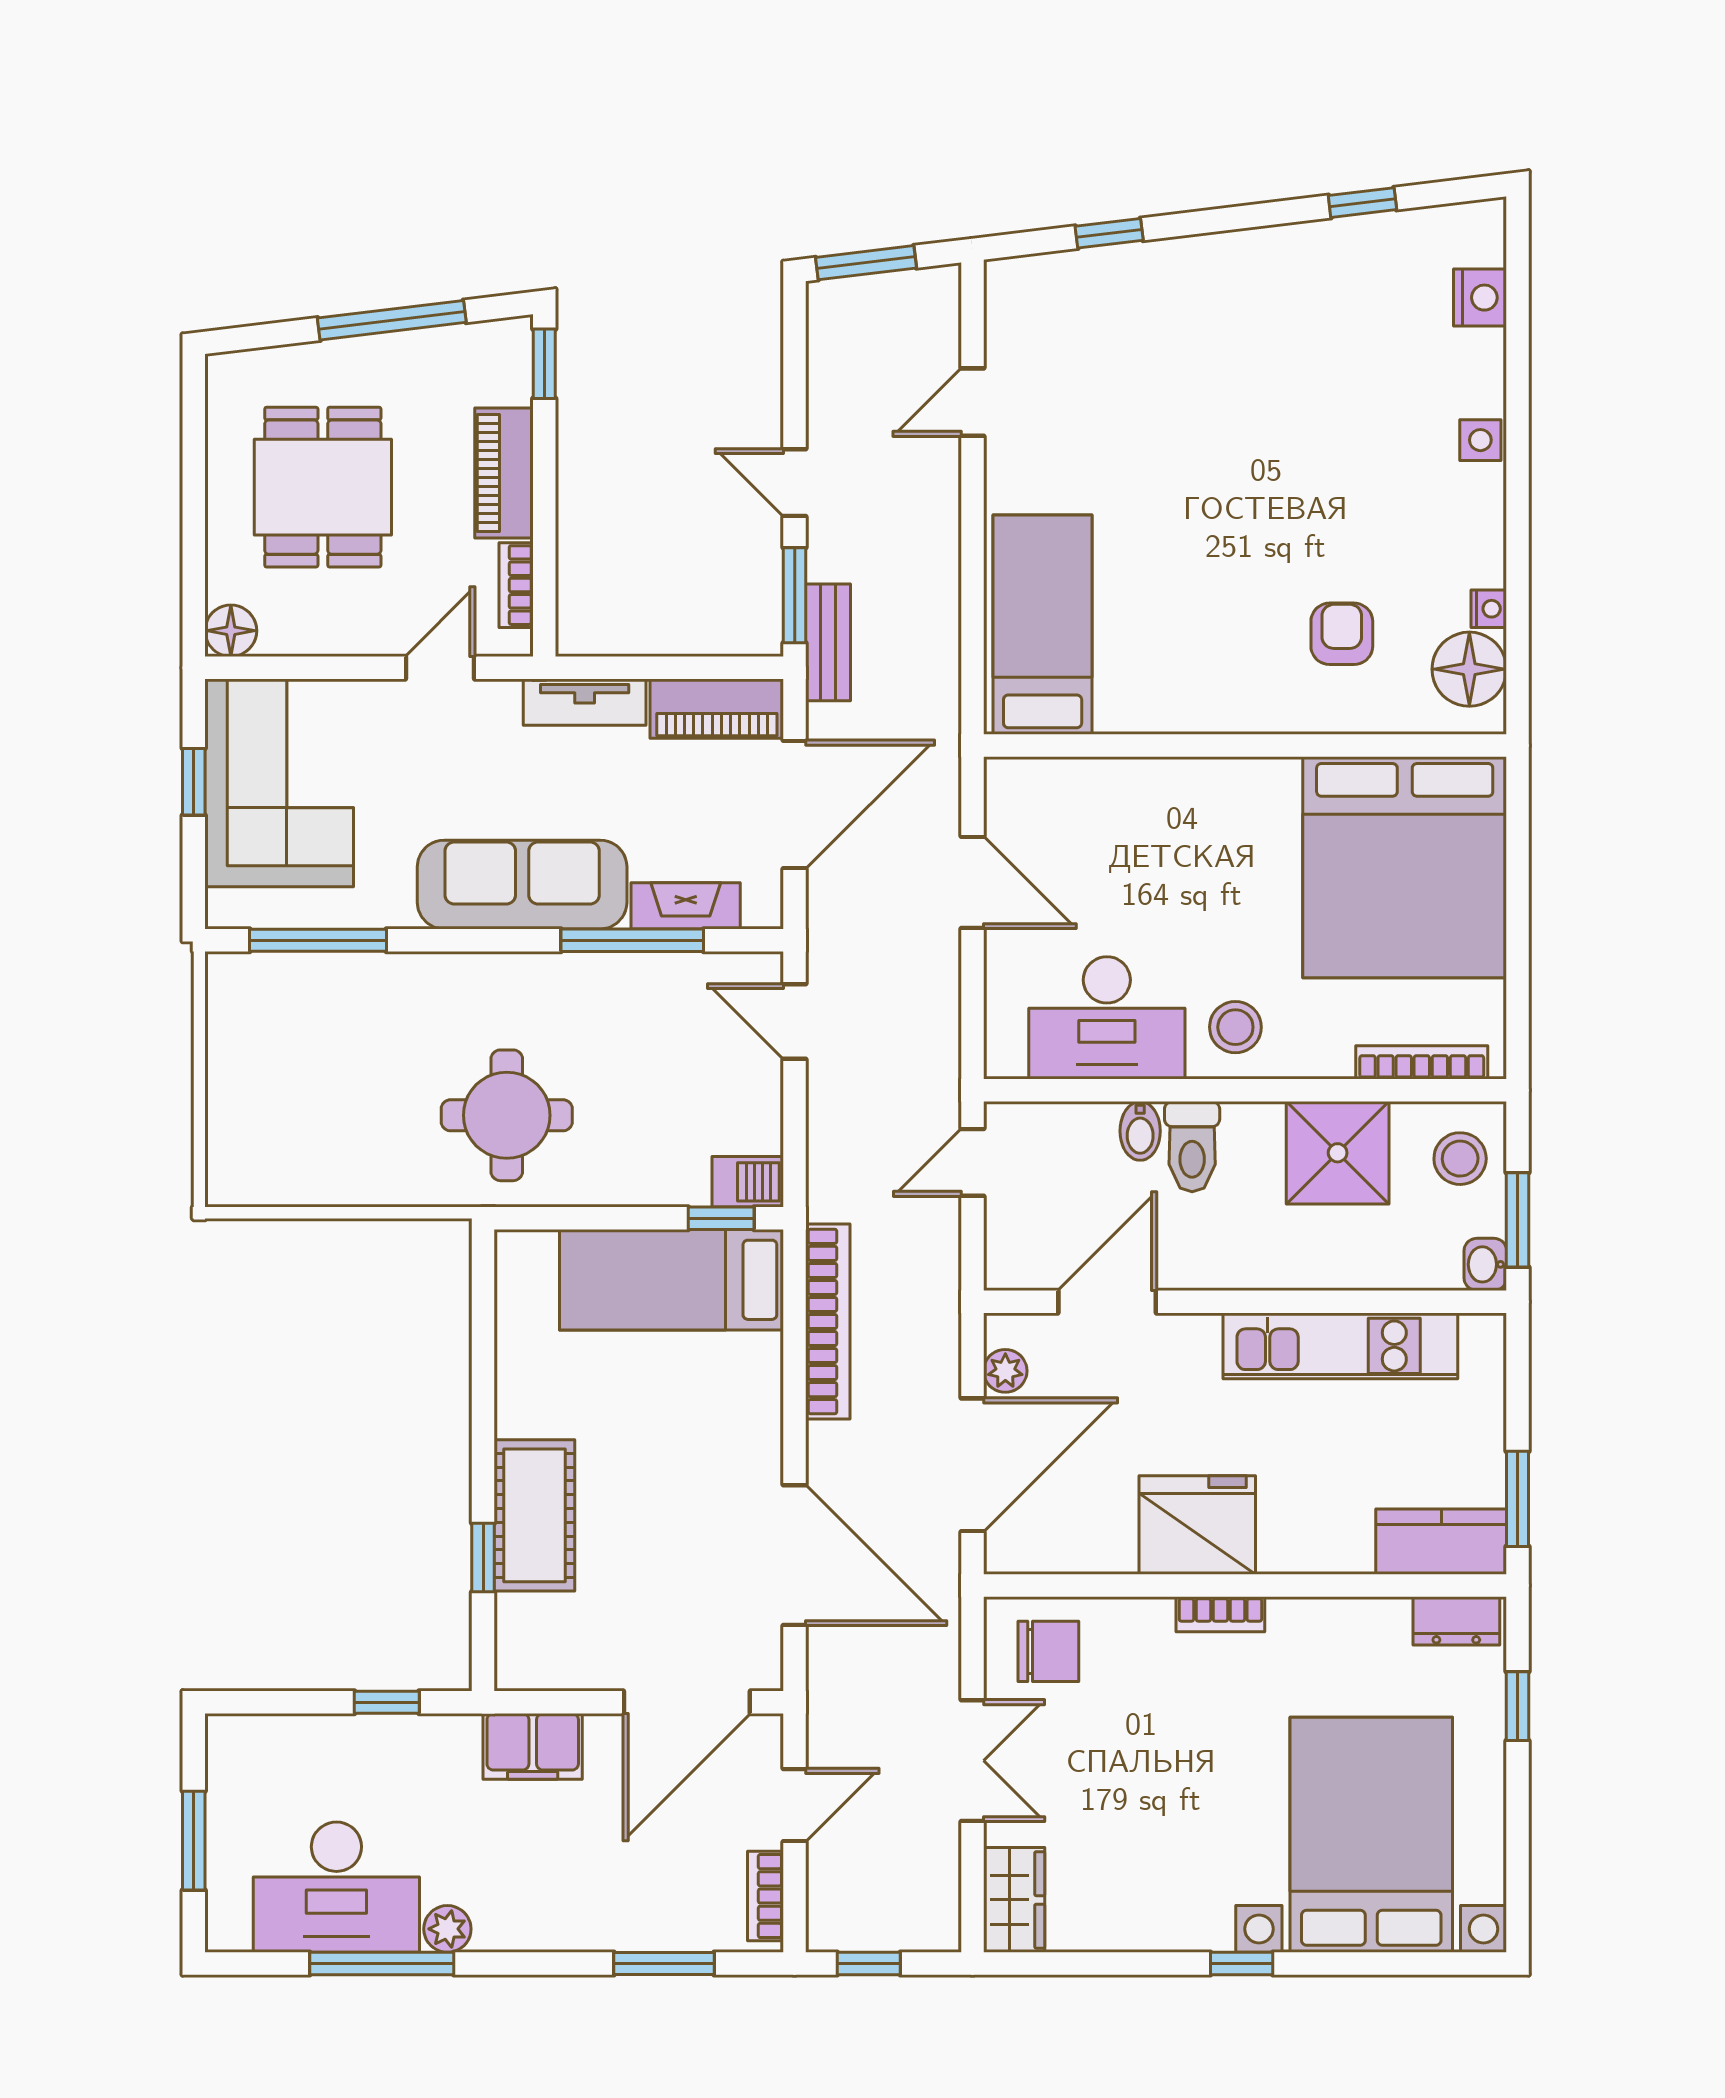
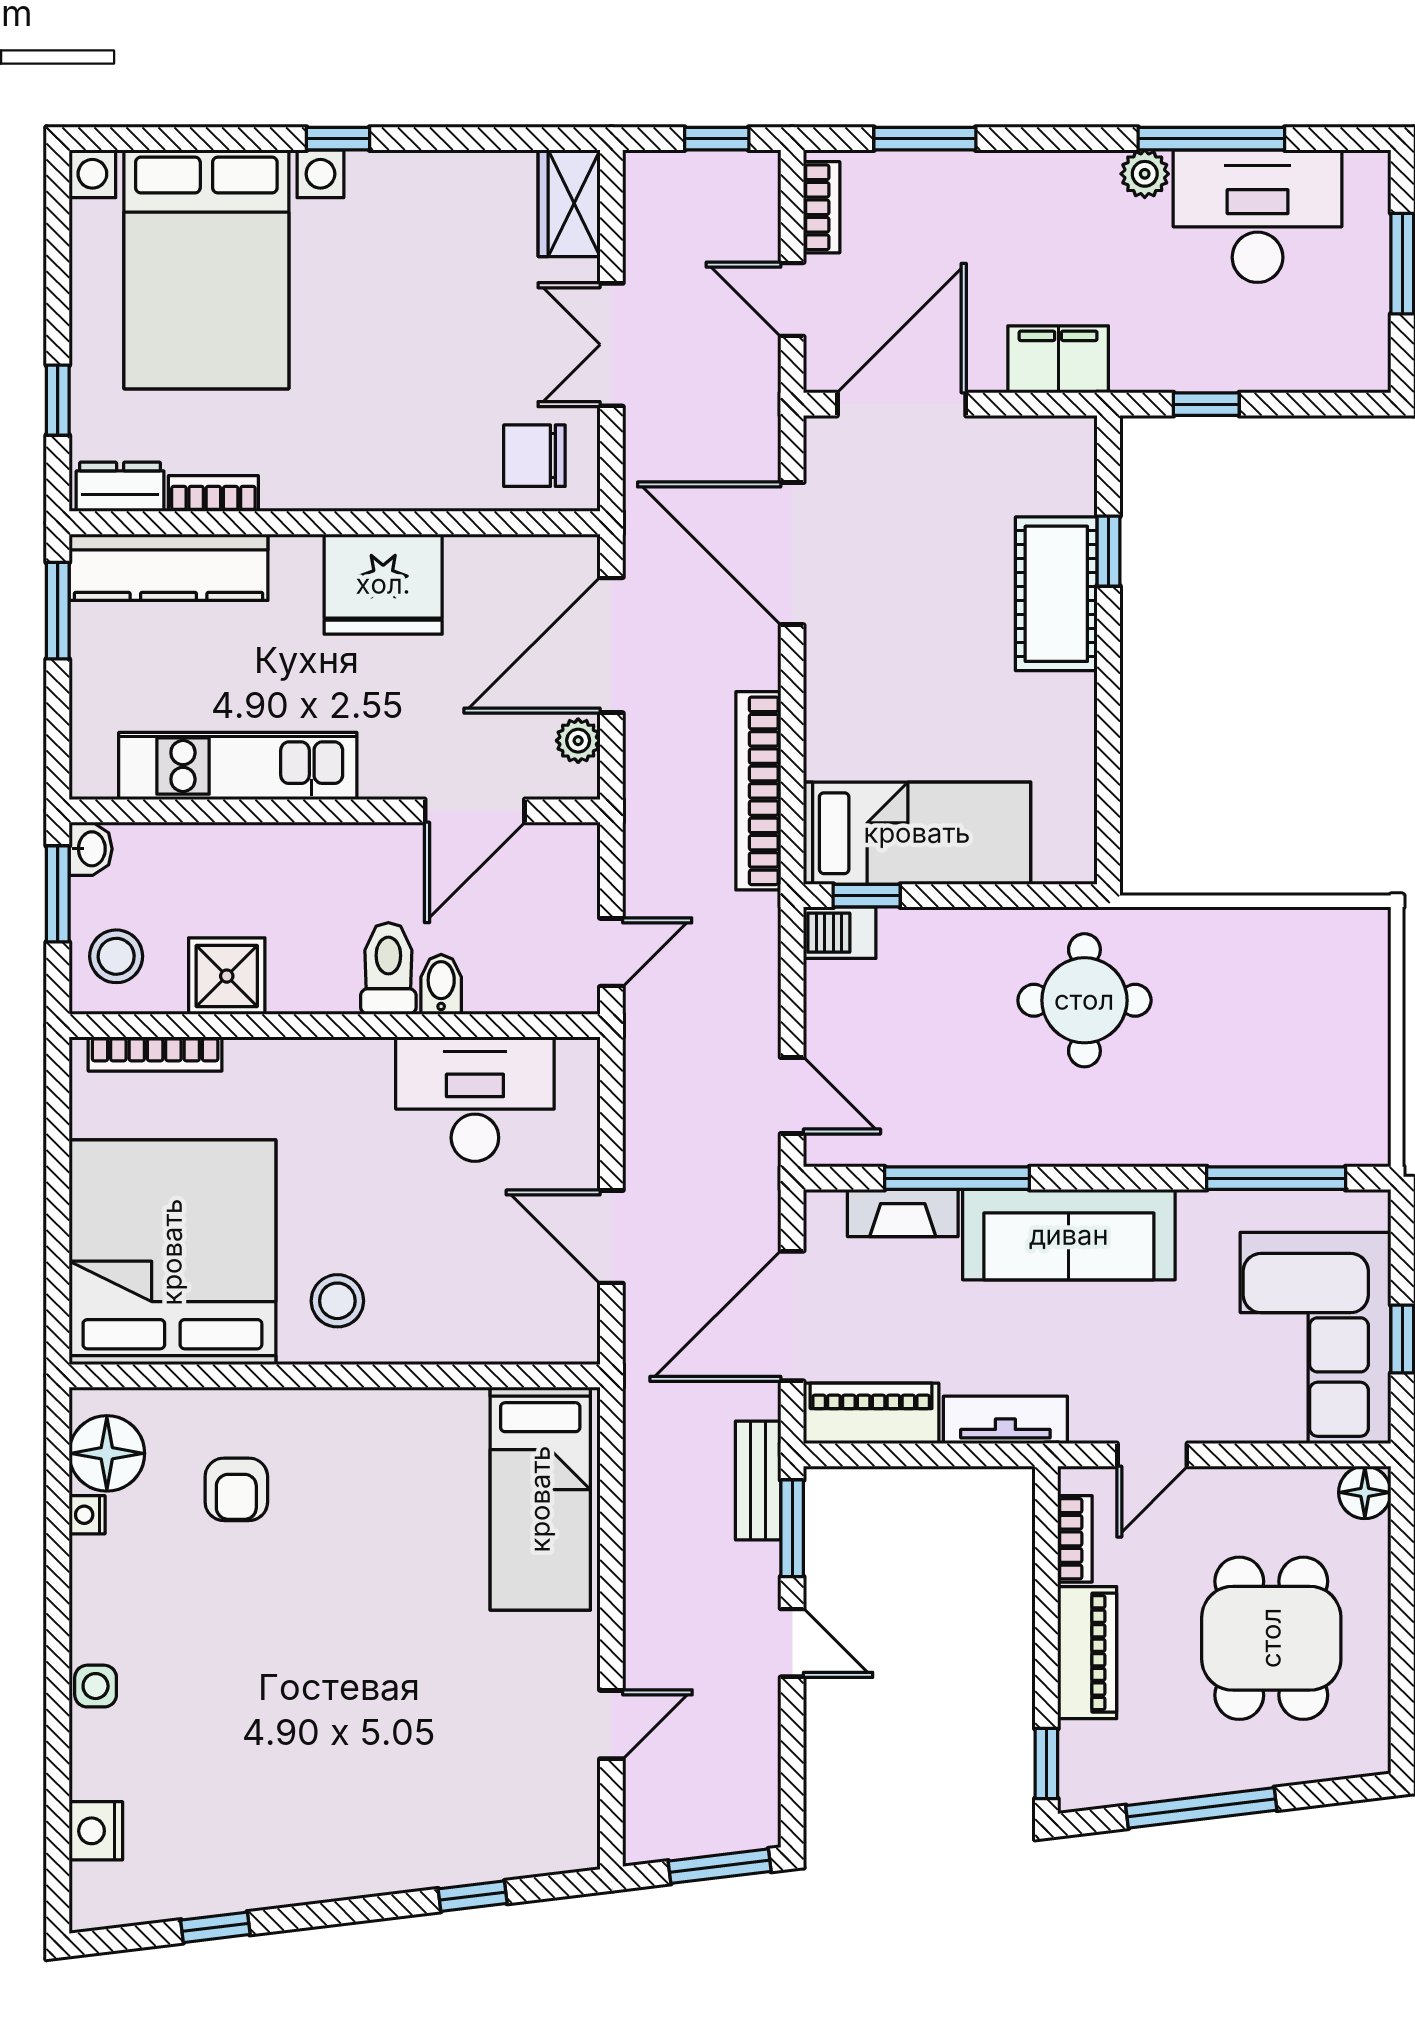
stool: (1235, 1027) -> (337, 1301), moved
shower: (1338, 1153) -> (227, 976), width x0.73, depth x0.73
kitchen counter: (1441, 1542) -> (169, 567), width x1.50
bookcase: (1220, 1614) -> (213, 494), moved
door: (795, 1805) -> (792, 299), hinge flipped

